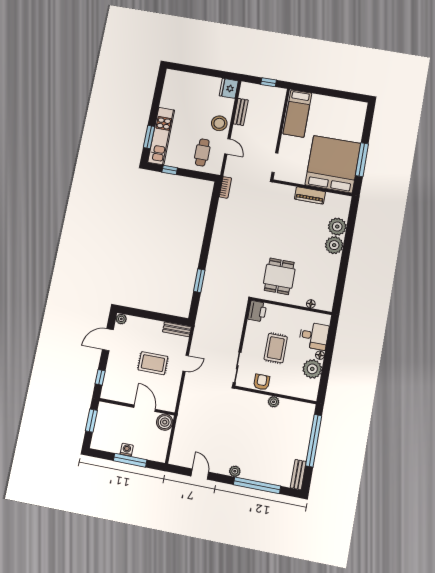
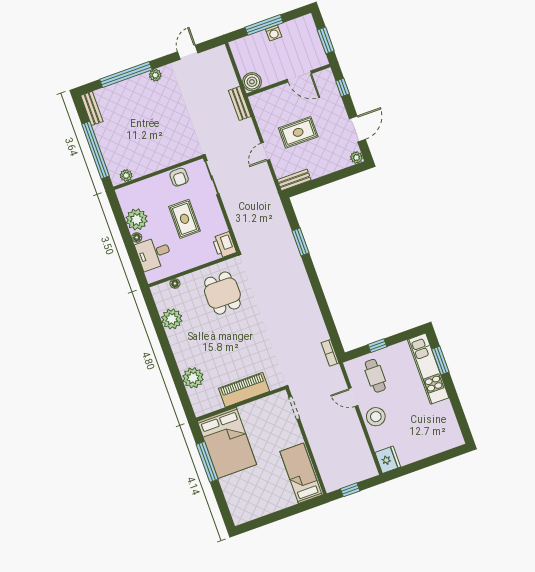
bench: (241, 112) -> (240, 103), moved
bed: (333, 164) -> (227, 443), width x0.73
window: (170, 170) -> (377, 346), moved
piano: (310, 195) -> (244, 390), width x1.37, depth x1.33
plant: (334, 245) -> (172, 319), moved
plant: (274, 402) -> (126, 176), moved
door: (145, 408) -> (299, 76), moved
door: (200, 474) -> (188, 52), swing flipped

